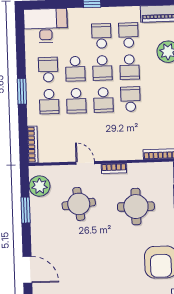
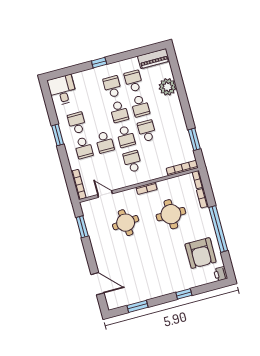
desk: (46, 26) -> (62, 90), width x0.73
school desk: (75, 69) -> (132, 161), moved, turned 180
window: (22, 91) -> (58, 135), moved
door: (85, 163) -> (105, 194), moved
plant: (40, 186) -> (92, 216), removed
window: (26, 210) -> (82, 227), moved

